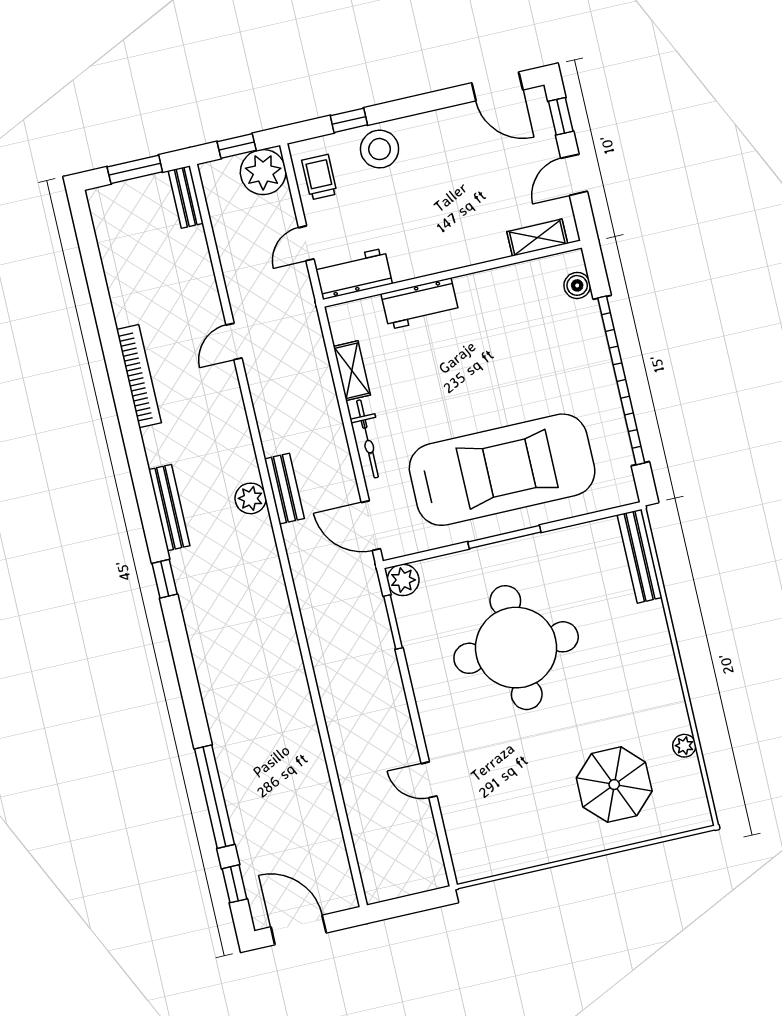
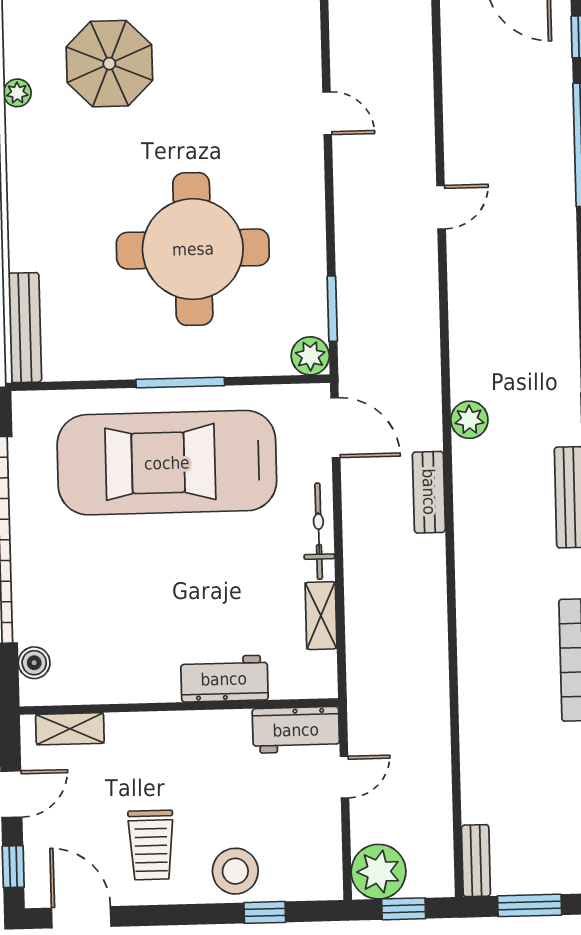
trolley: (320, 177) -> (151, 845), moved, width x1.36, depth x1.39
door: (234, 341) -> (441, 207), moved
plant: (251, 498) -> (469, 420), moved

